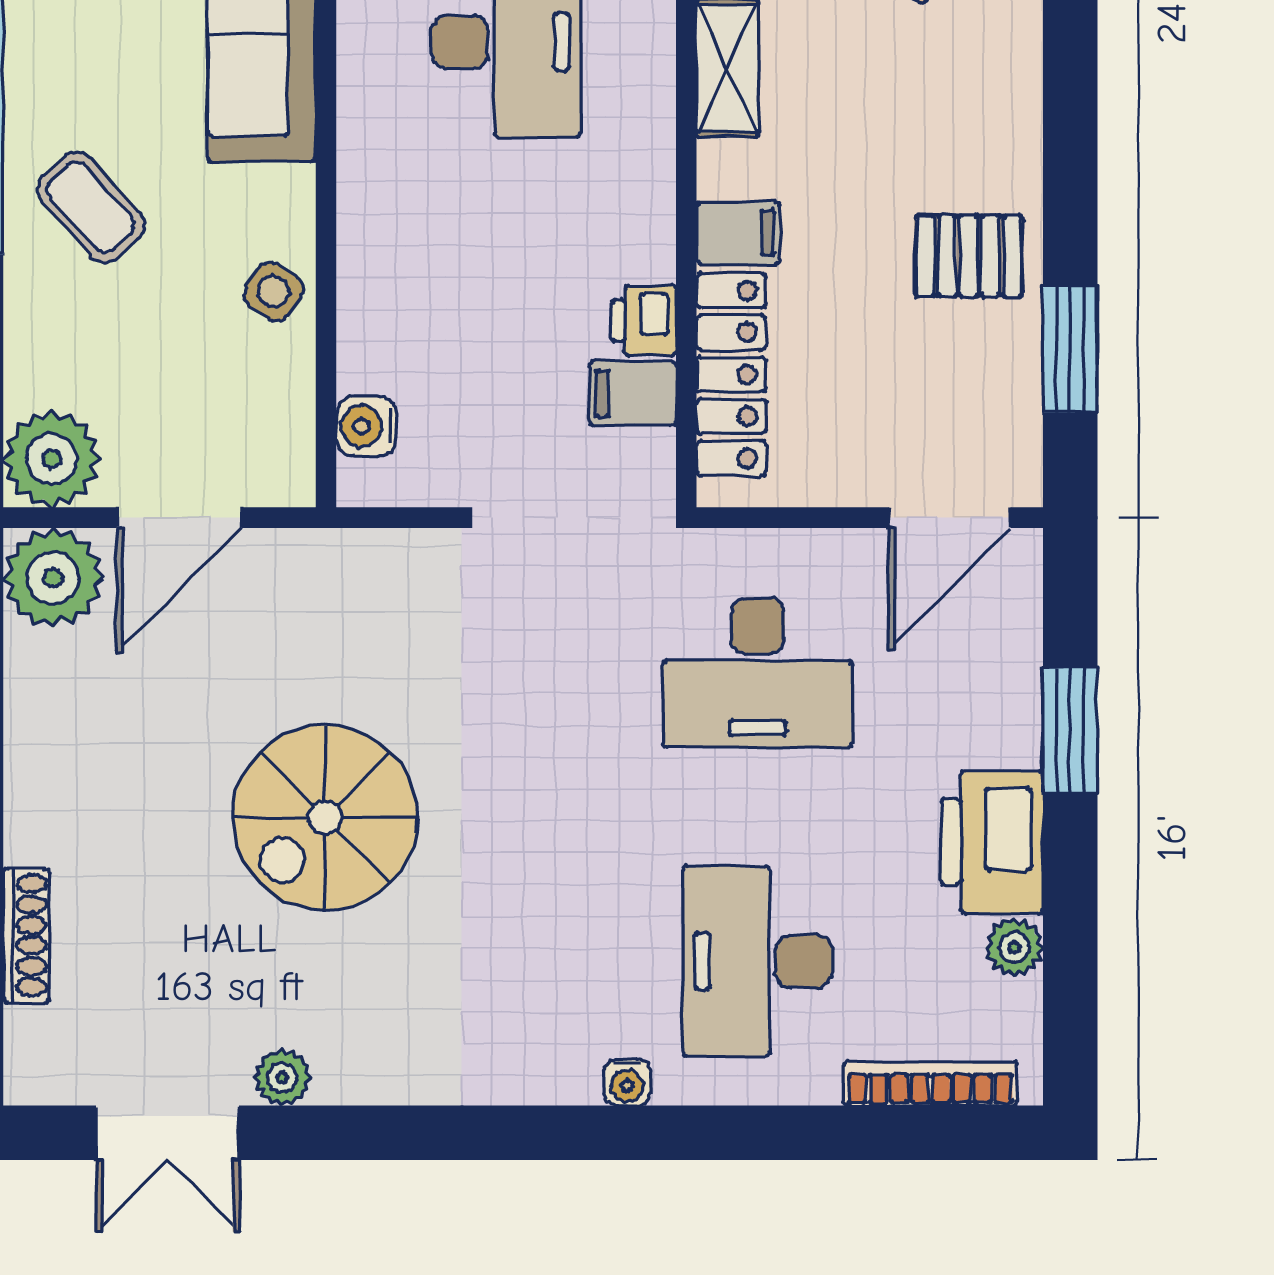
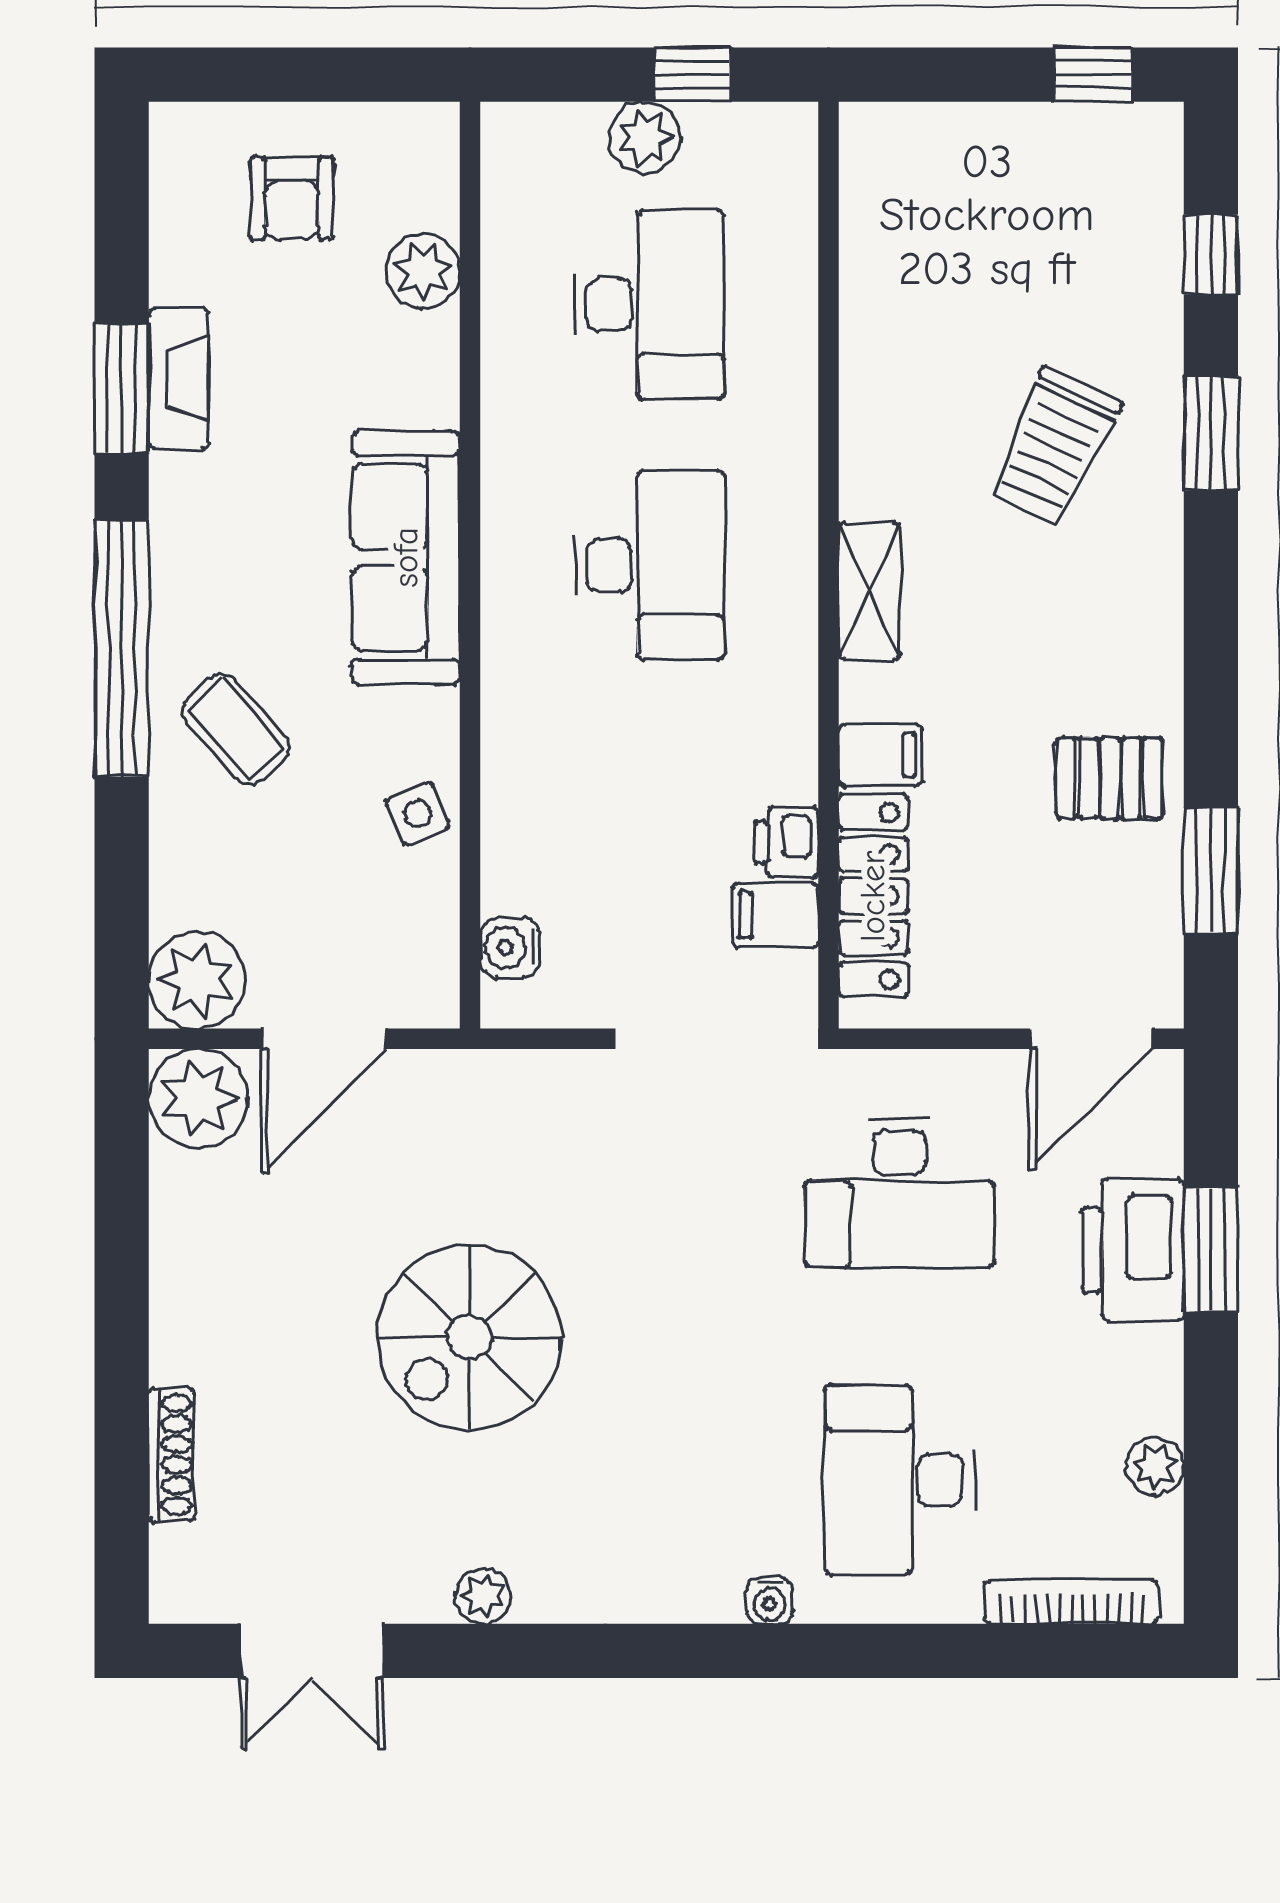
side table: (274, 292) -> (418, 814), turned 32
printer: (992, 842) -> (1133, 1250), moved
plant: (282, 1078) -> (483, 1596), moved

